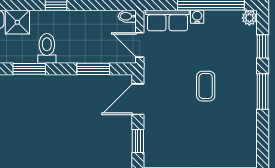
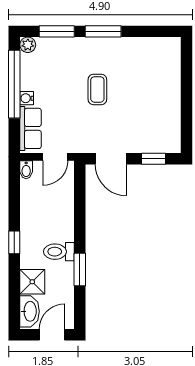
window: (263, 46) -> (57, 31), width x1.50
window: (93, 69) -> (80, 204), removed
coffee table: (206, 86) -> (97, 89), turned 90

